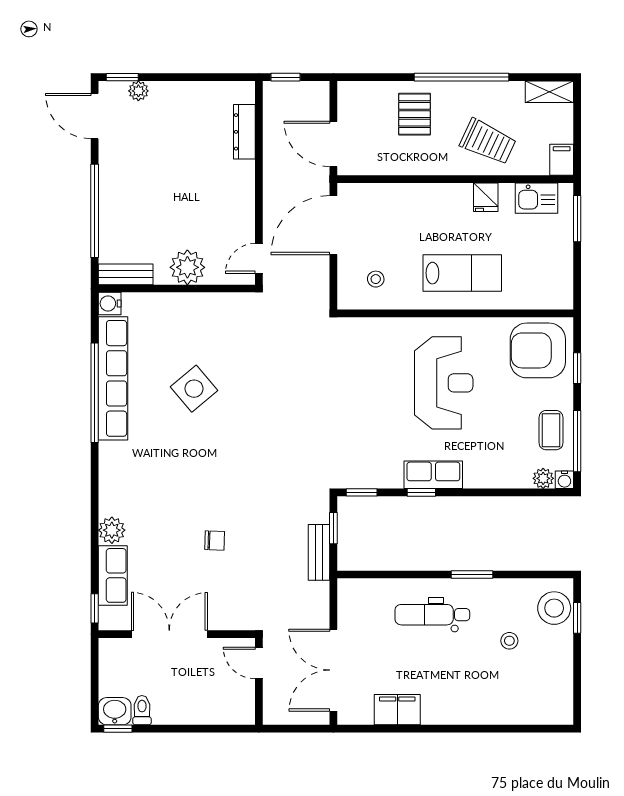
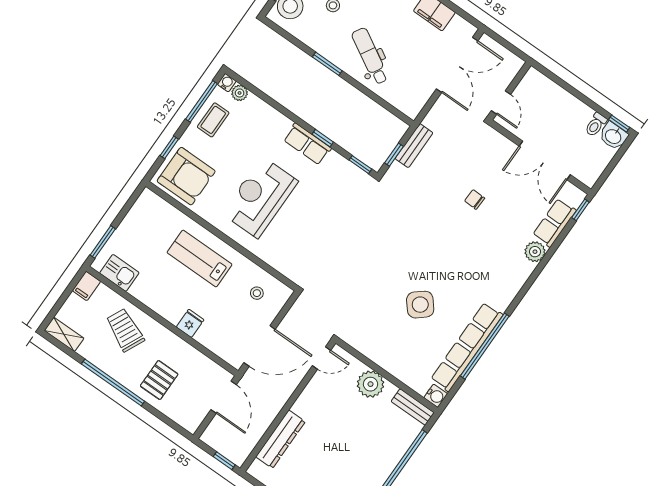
dresser: (244, 132) -> (281, 439), width x1.37, depth x1.24
fridge: (486, 197) -> (190, 323), moved
dental chair: (432, 615) -> (370, 56), turned -150

